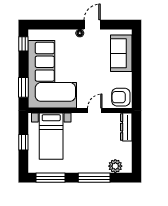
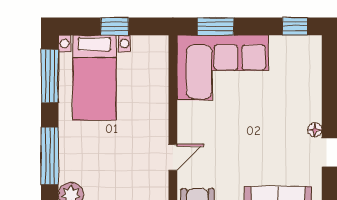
corner sofa: (52, 74) -> (223, 68), width x0.73, depth x0.74
door: (95, 111) -> (173, 157), hinge flipped
bed with nightstands: (51, 136) -> (94, 78), moved, turned -90

